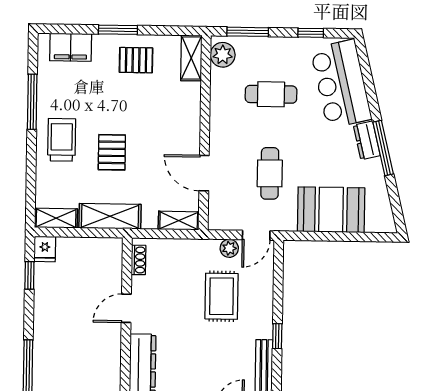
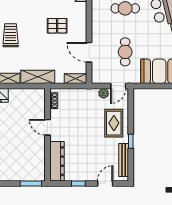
pallet: (112, 152) -> (57, 26), moved, turned 90
rug: (222, 296) -> (114, 123), moved
door: (126, 308) -> (47, 127), hinge flipped

